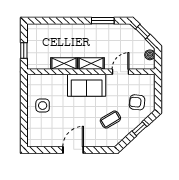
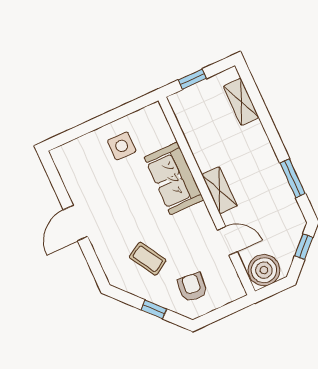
boiler: (150, 55) -> (264, 270), width x1.86, depth x1.86
shelving: (64, 63) -> (241, 102), moved
sofa: (87, 85) -> (174, 178), moved
door: (73, 150) -> (75, 223), swing flipped

